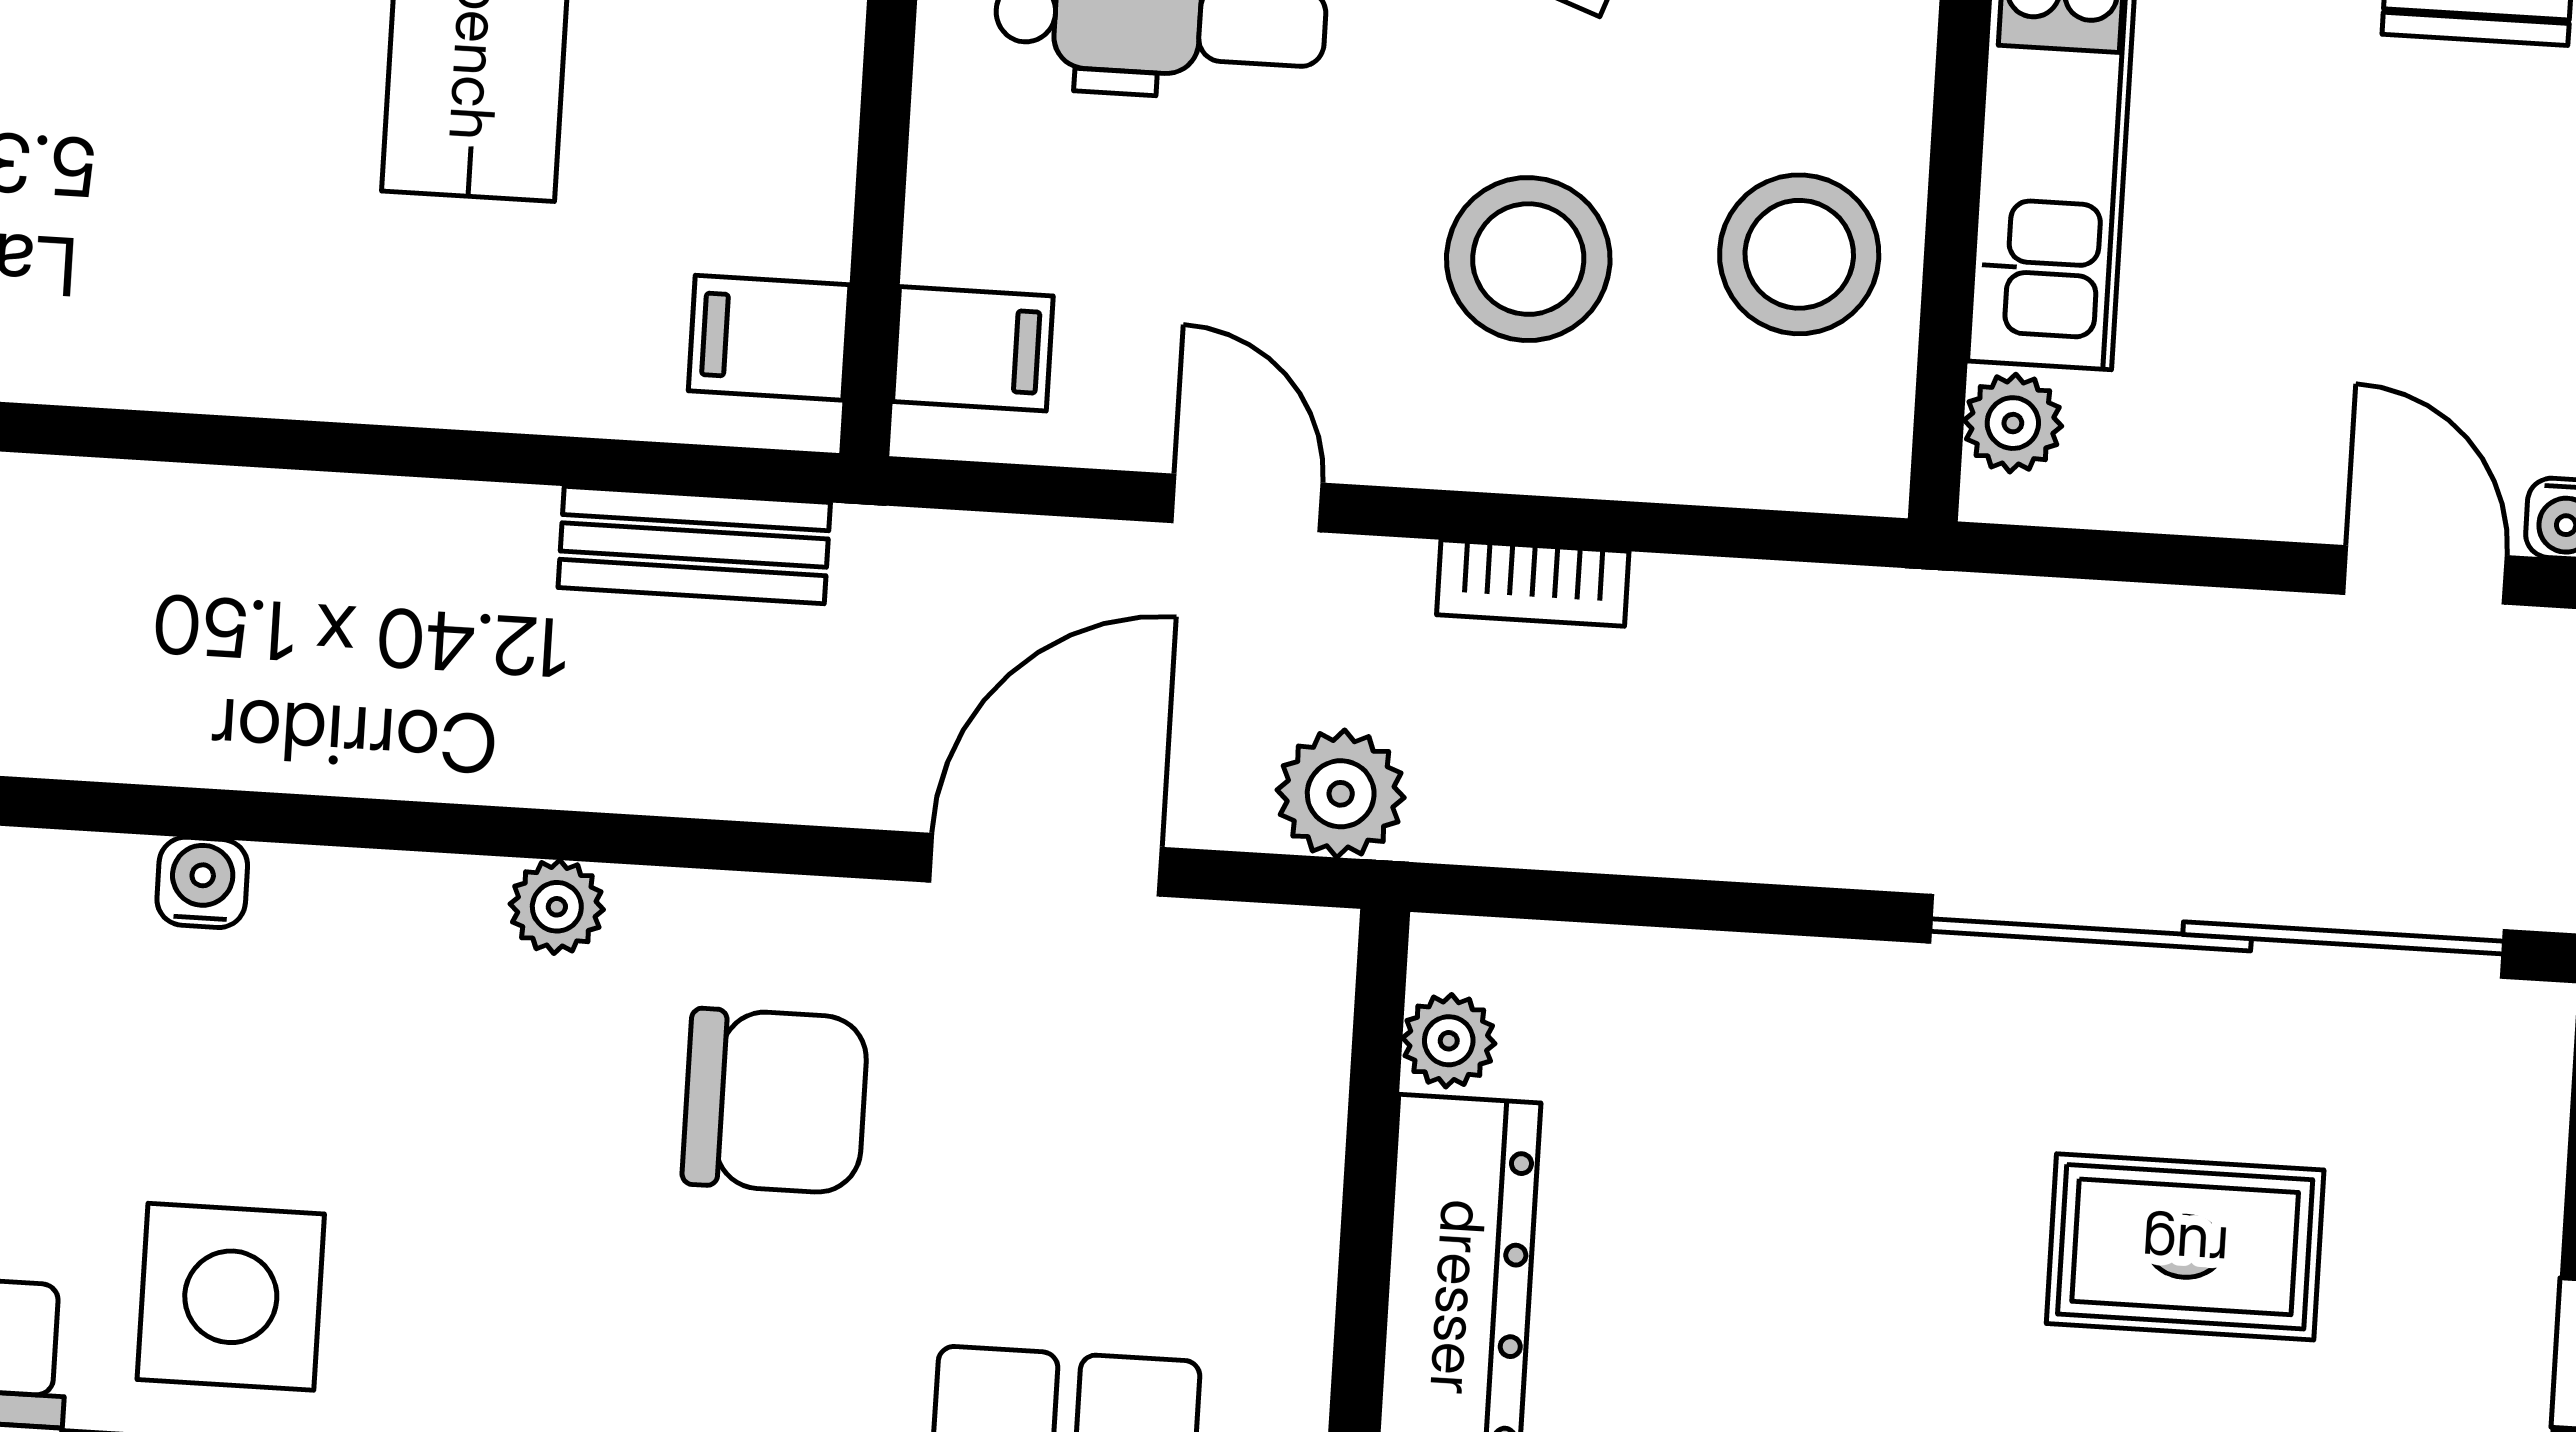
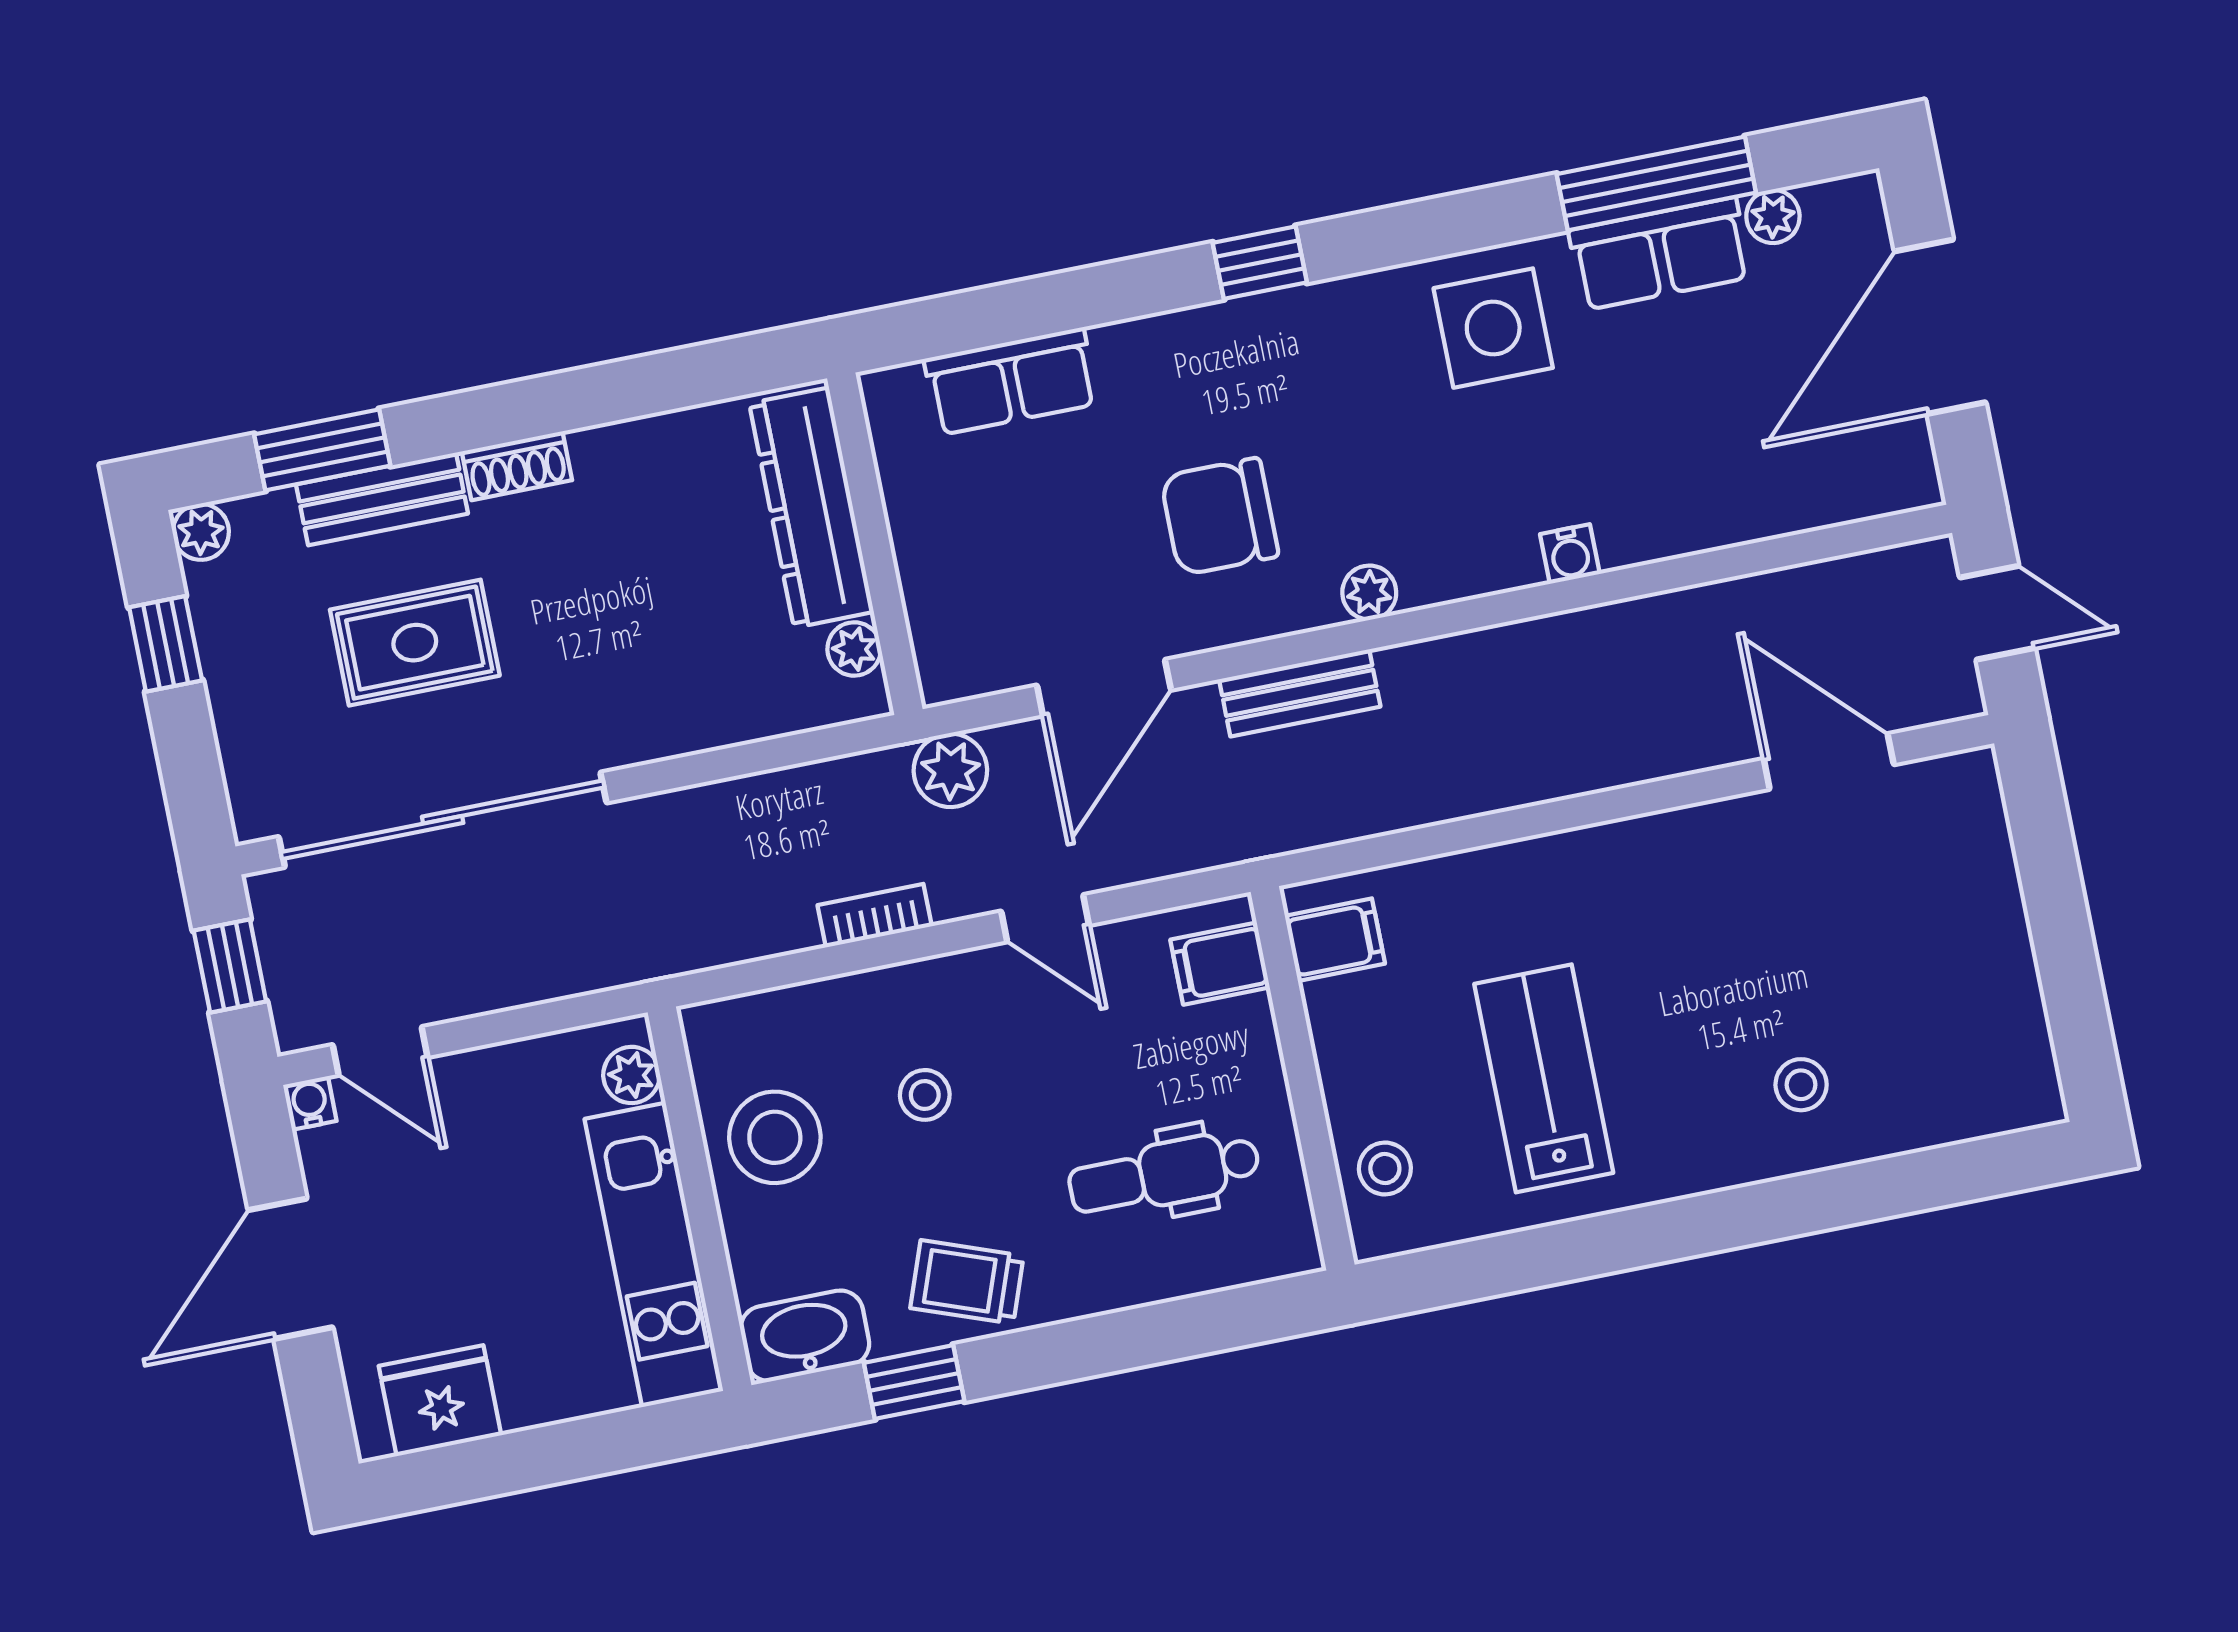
stool: (1528, 259) -> (925, 1095), width x0.53, depth x0.53
bench: (694, 545) -> (1300, 693), moved

